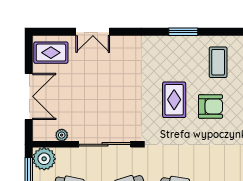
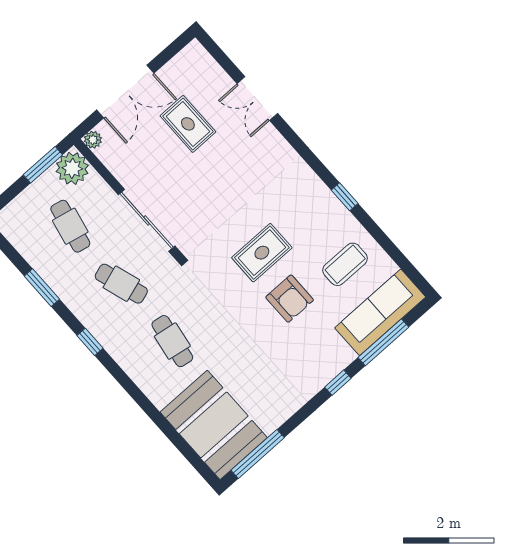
window: (183, 32) -> (345, 197), width x0.67
rug: (51, 53) -> (188, 124), moved
plant: (62, 135) -> (93, 140), moved

